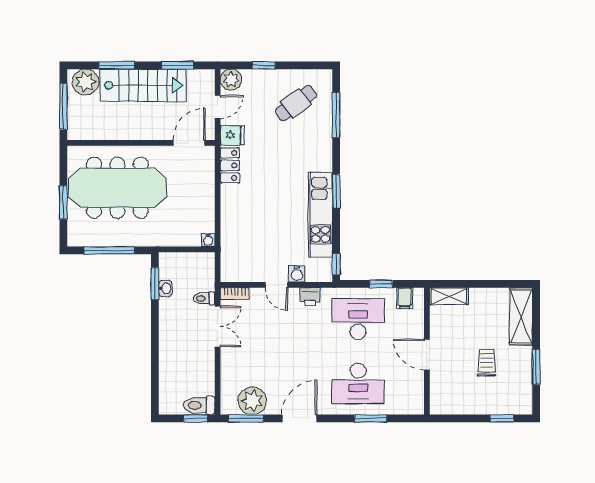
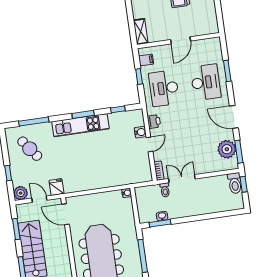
locker: (230, 165) -> (76, 186), removed
kitchen unit: (320, 215) -> (80, 125), moved
window: (336, 264) -> (118, 109), moved

